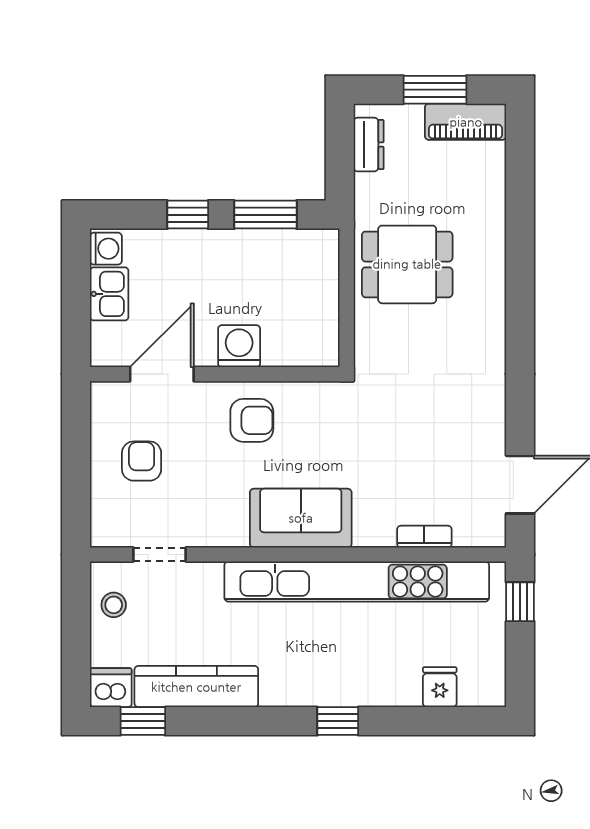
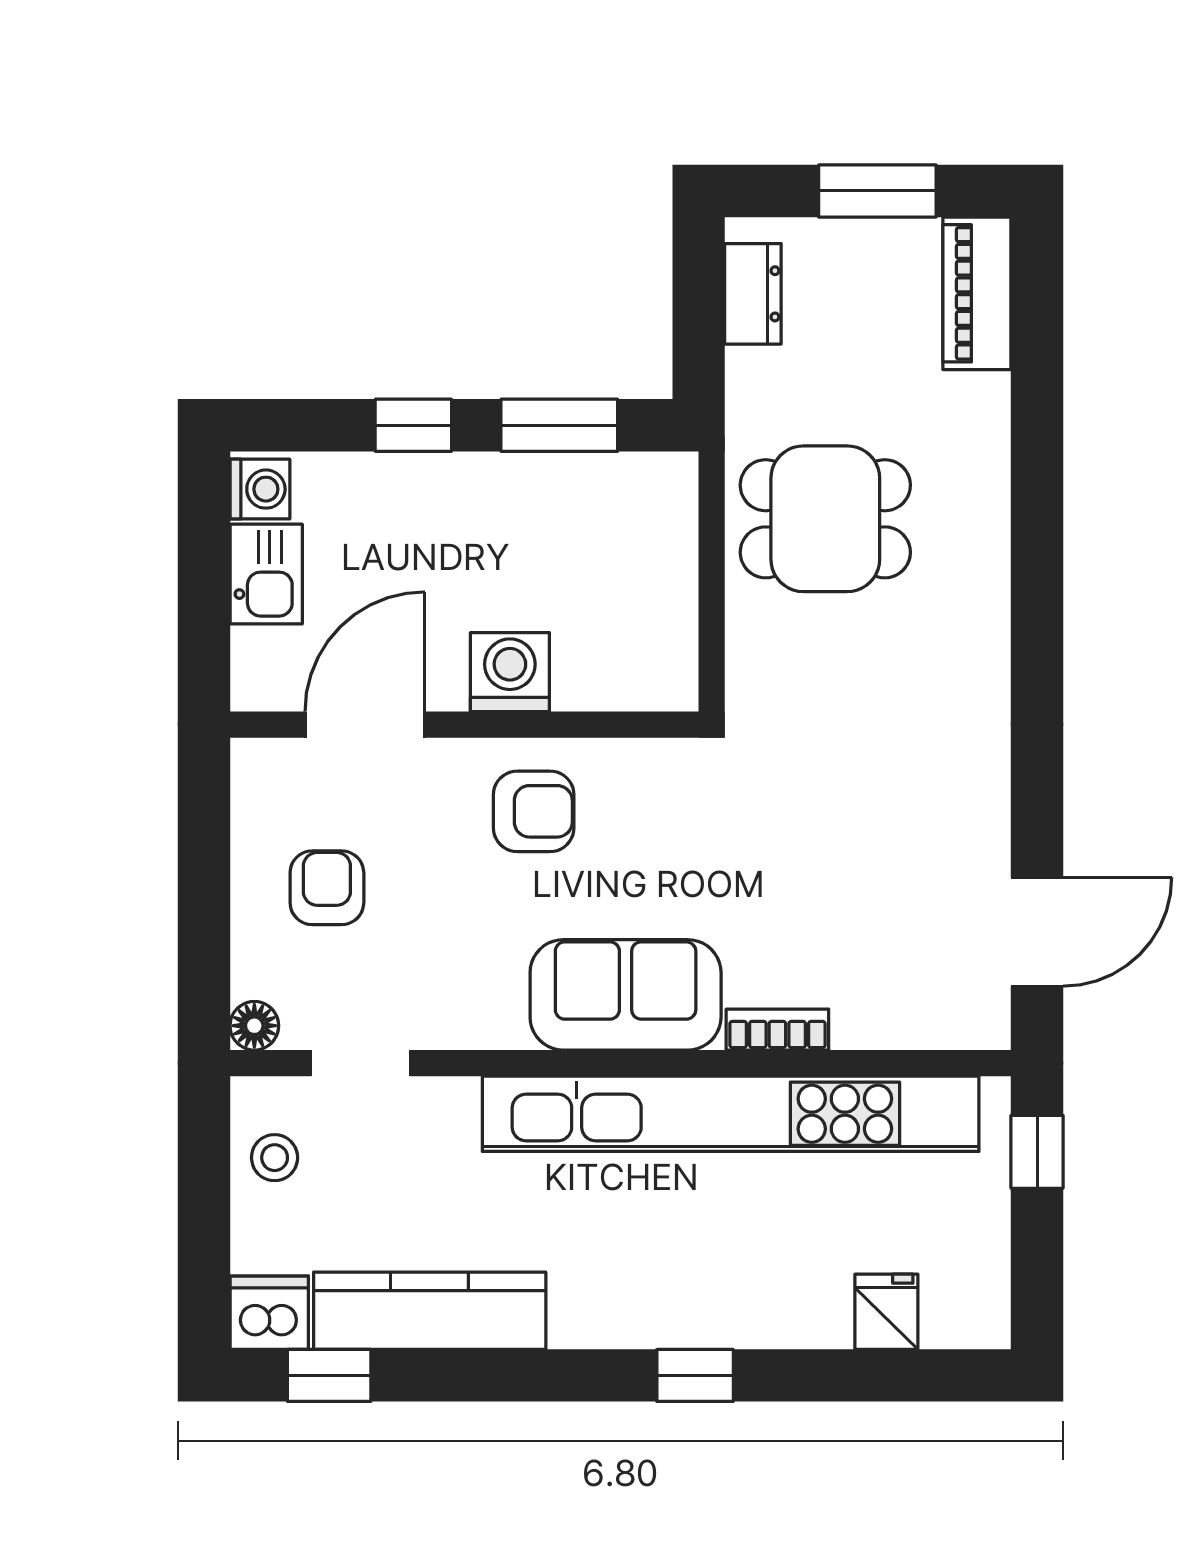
piano: (466, 122) -> (977, 293), moved, turned 90
floor lamp: (103, 535) -> (254, 1026), added
bookcase: (424, 537) -> (777, 1030), moved

